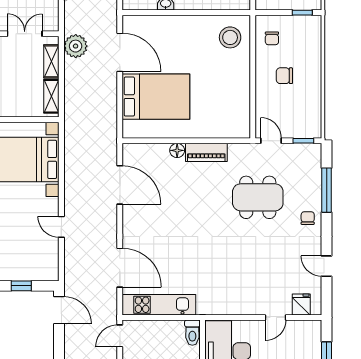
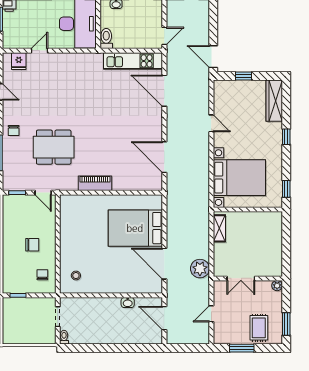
stool: (230, 37) -> (76, 276), width x0.53, depth x0.53
shelving: (51, 61) -> (219, 256), removed
floor lamp: (177, 150) -> (118, 185), removed

